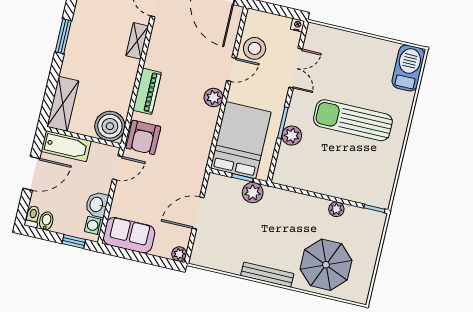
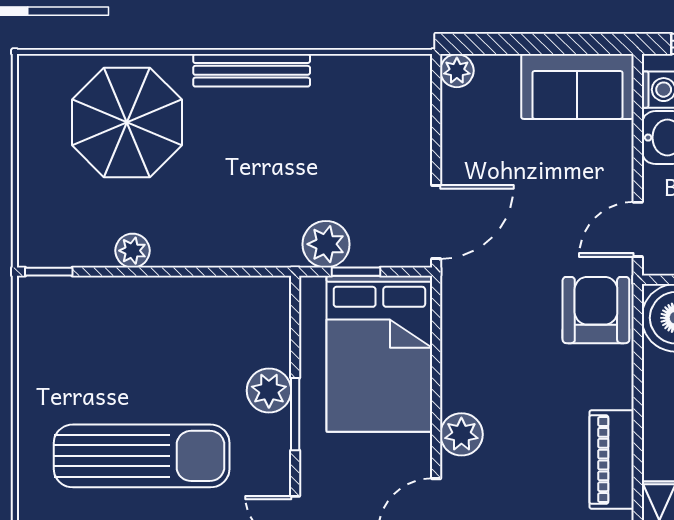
piano: (147, 91) -> (612, 460), moved
door: (198, 213) -> (436, 222), moved

